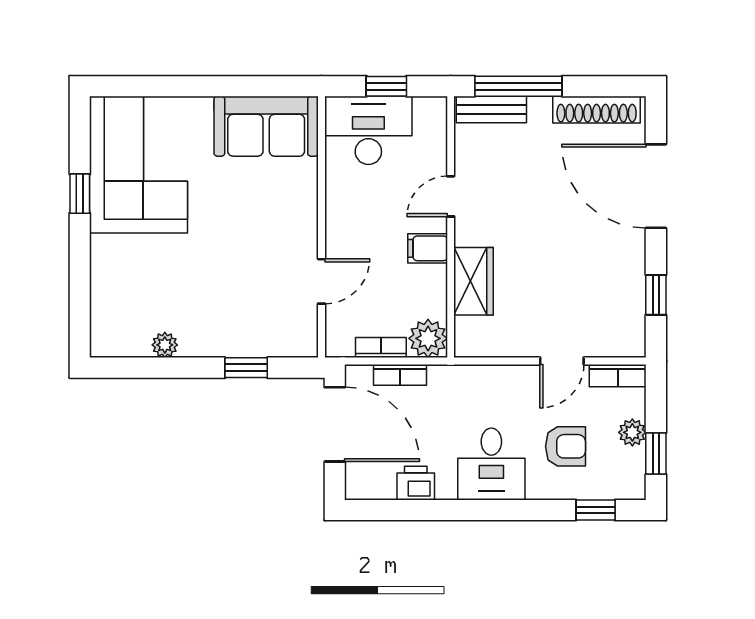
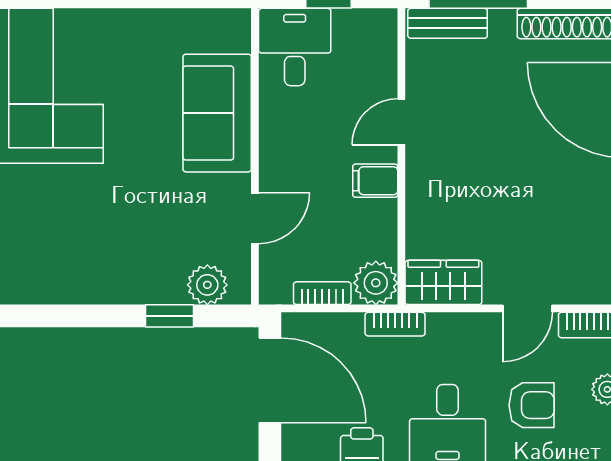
sofa: (266, 126) -> (217, 113), moved, turned 90
desk: (368, 130) -> (295, 47), width x0.73
wardrobe: (474, 281) -> (443, 282), moved, turned -90
plant: (165, 345) -> (207, 285), moved, width x1.38, depth x1.38
bookcase: (400, 375) -> (395, 324), moved

